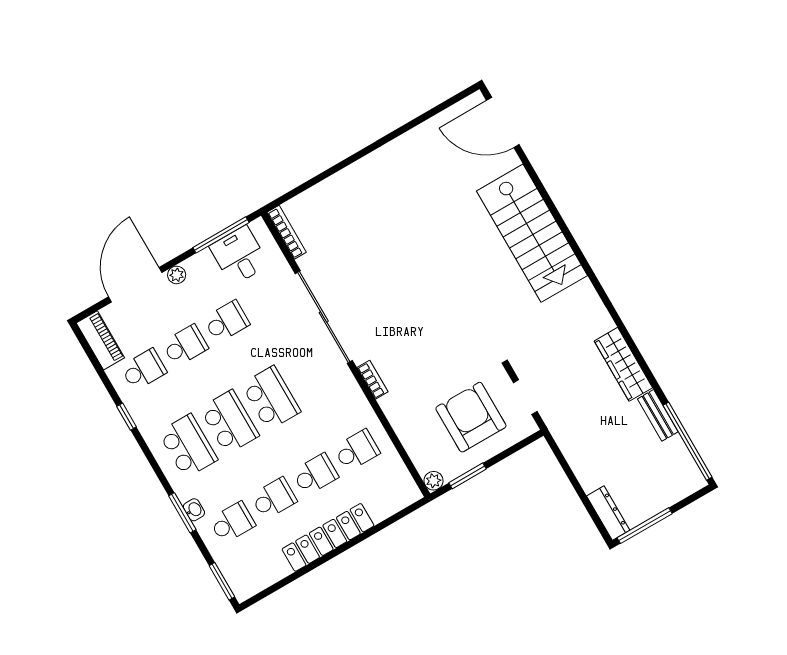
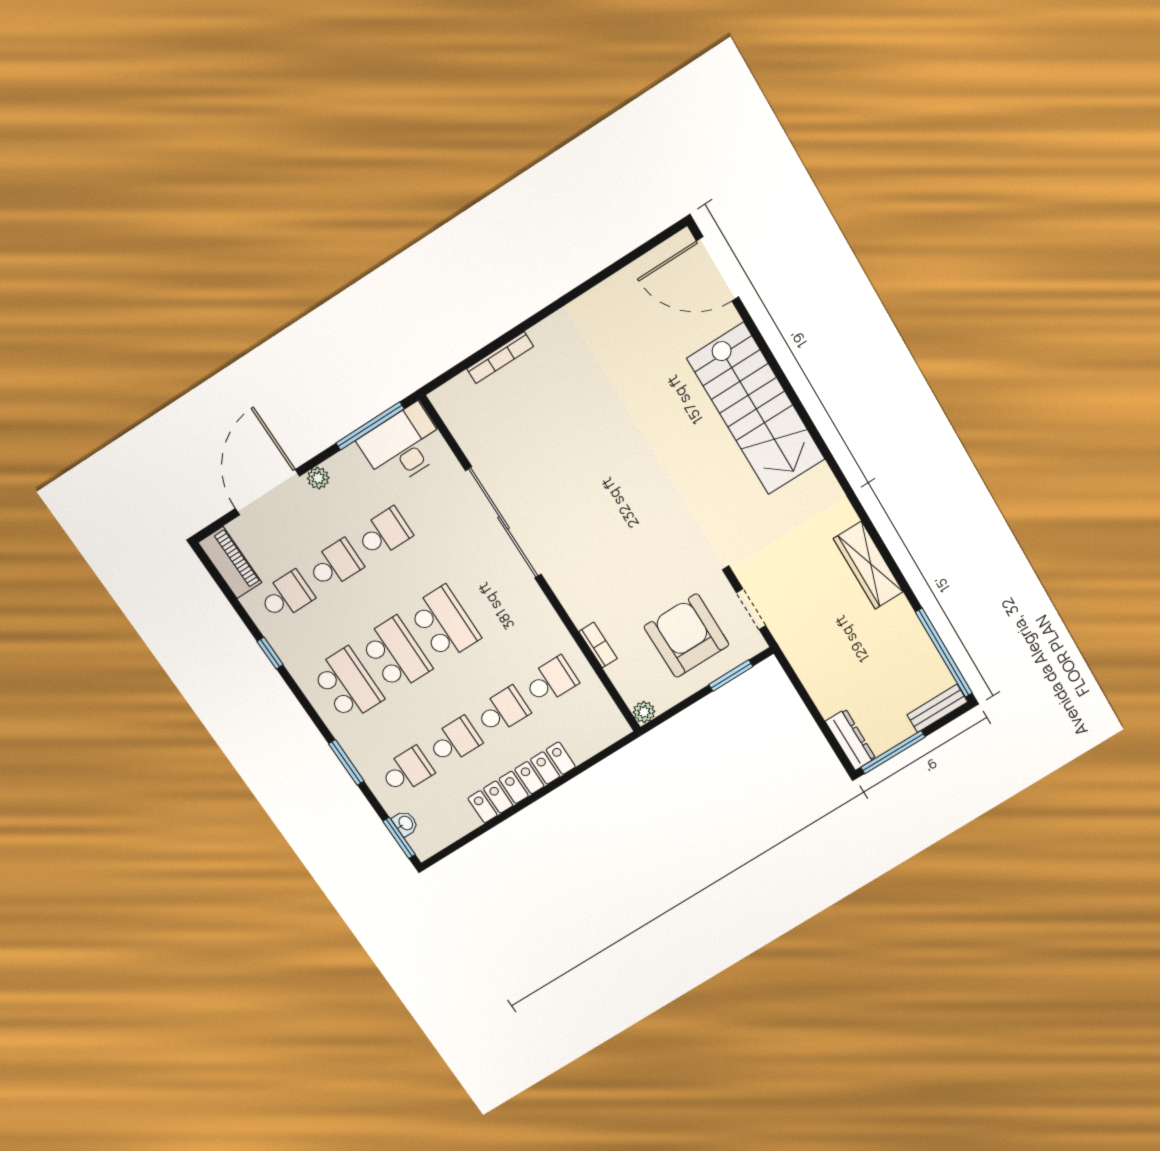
bookcase: (287, 232) -> (500, 358), moved, turned 90
desk: (239, 256) -> (403, 446), width x1.37
bookcase: (373, 380) -> (598, 645), moved
bench: (658, 415) -> (937, 708), moved, turned 90
window: (467, 476) -> (731, 676), moved
washbasin: (194, 510) -> (405, 823), moved

